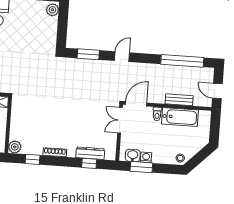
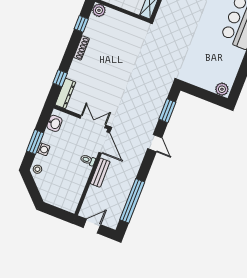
bench: (179, 100) -> (100, 173), moved
bathtub: (180, 117) -> (78, 181), removed
dresser: (90, 153) -> (65, 93), moved
washing machine: (146, 157) -> (43, 149), moved
window: (141, 167) -> (35, 142), moved

